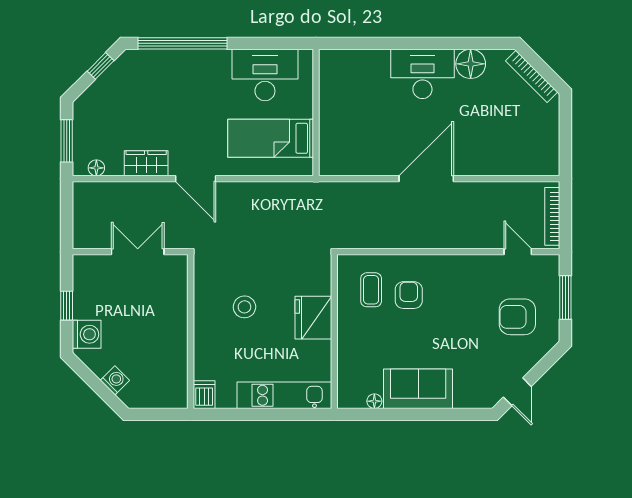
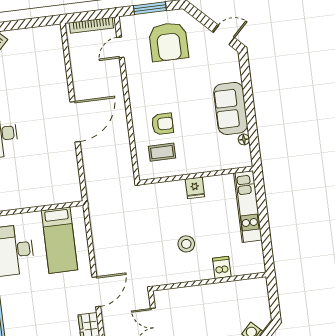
door: (426, 179) -> (75, 122), swing flipped
armchair: (409, 295) -> (162, 124), turned 180
armchair: (517, 317) -> (169, 42), width x1.36, depth x1.36
fridge: (313, 318) -> (195, 188), width x0.53, depth x0.75
dishwasher: (204, 395) -> (222, 267), moved, turned 90

